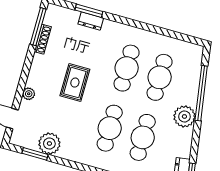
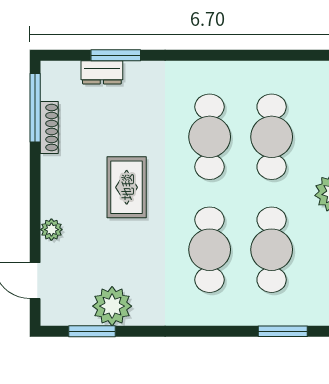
dresser: (91, 21) -> (102, 72), moved

